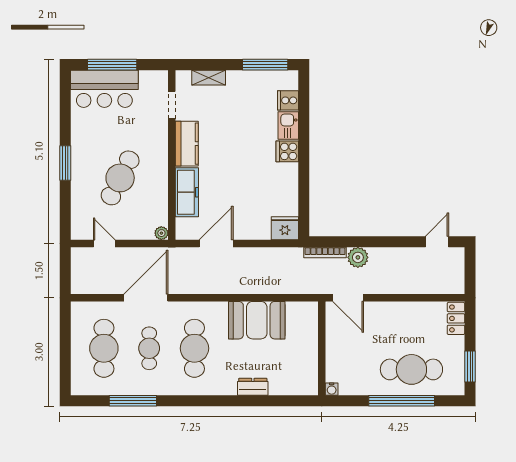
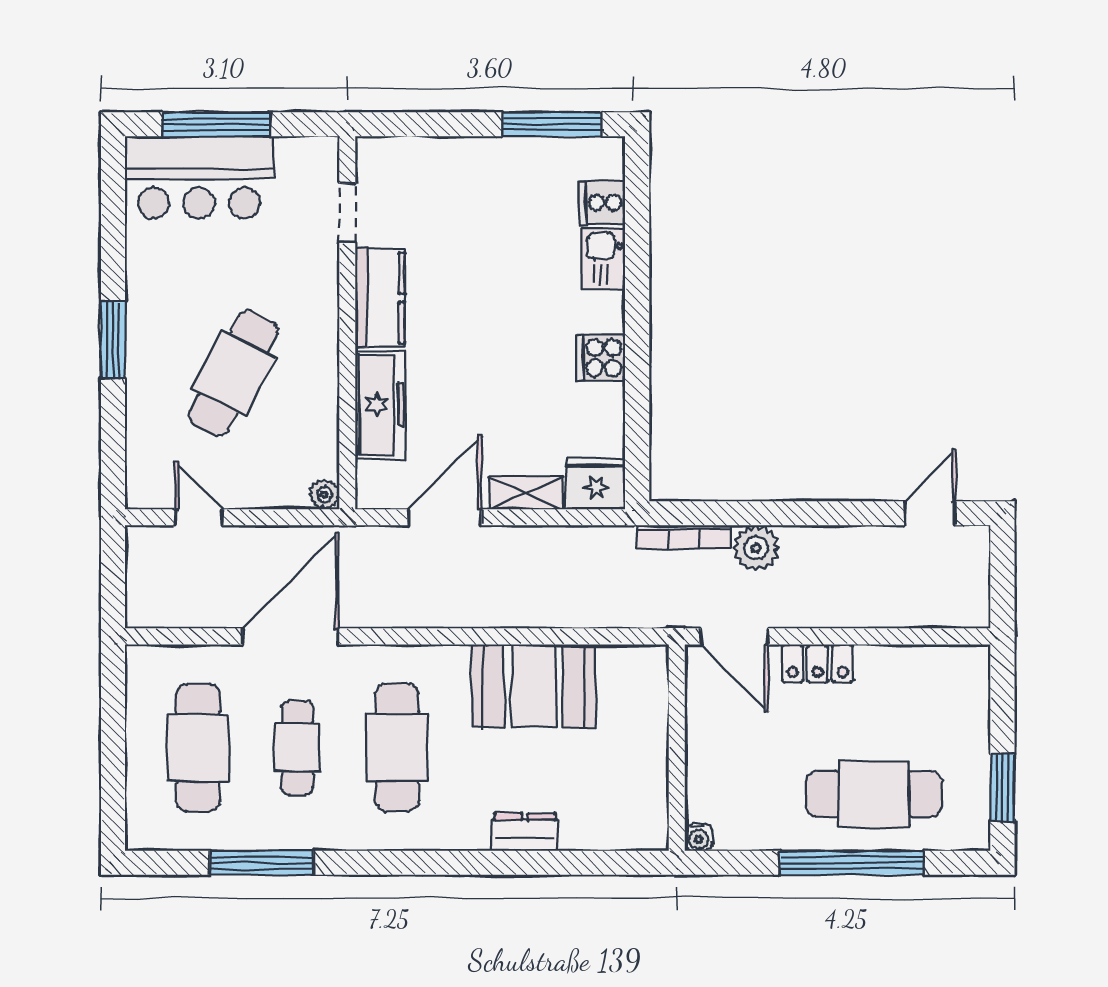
shelving: (209, 78) -> (526, 493), moved
cooker: (287, 151) -> (601, 358), moved
locker: (456, 318) -> (817, 663), moved, turned -90

